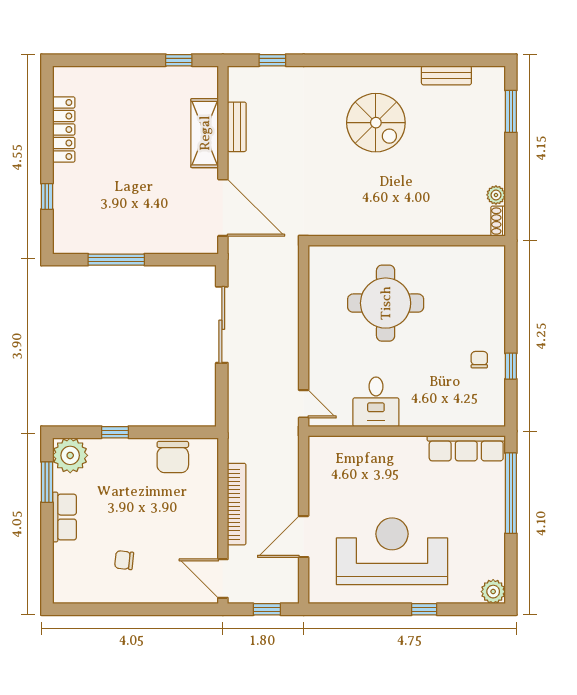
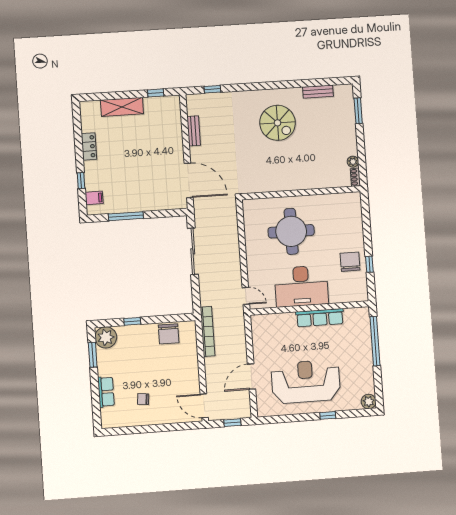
locker: (64, 129) -> (89, 146), width x0.66
shelving: (205, 133) -> (122, 107), moved, turned 90
filing cabinet: (67, 226) -> (94, 198), added
chair: (479, 360) -> (350, 262), width x1.87, depth x1.87
desk: (376, 402) -> (301, 286), width x1.87, depth x1.30
row of seats: (466, 448) -> (320, 318), moved
bookcase: (237, 504) -> (207, 331), moved
row of seats: (64, 517) -> (106, 392), moved

